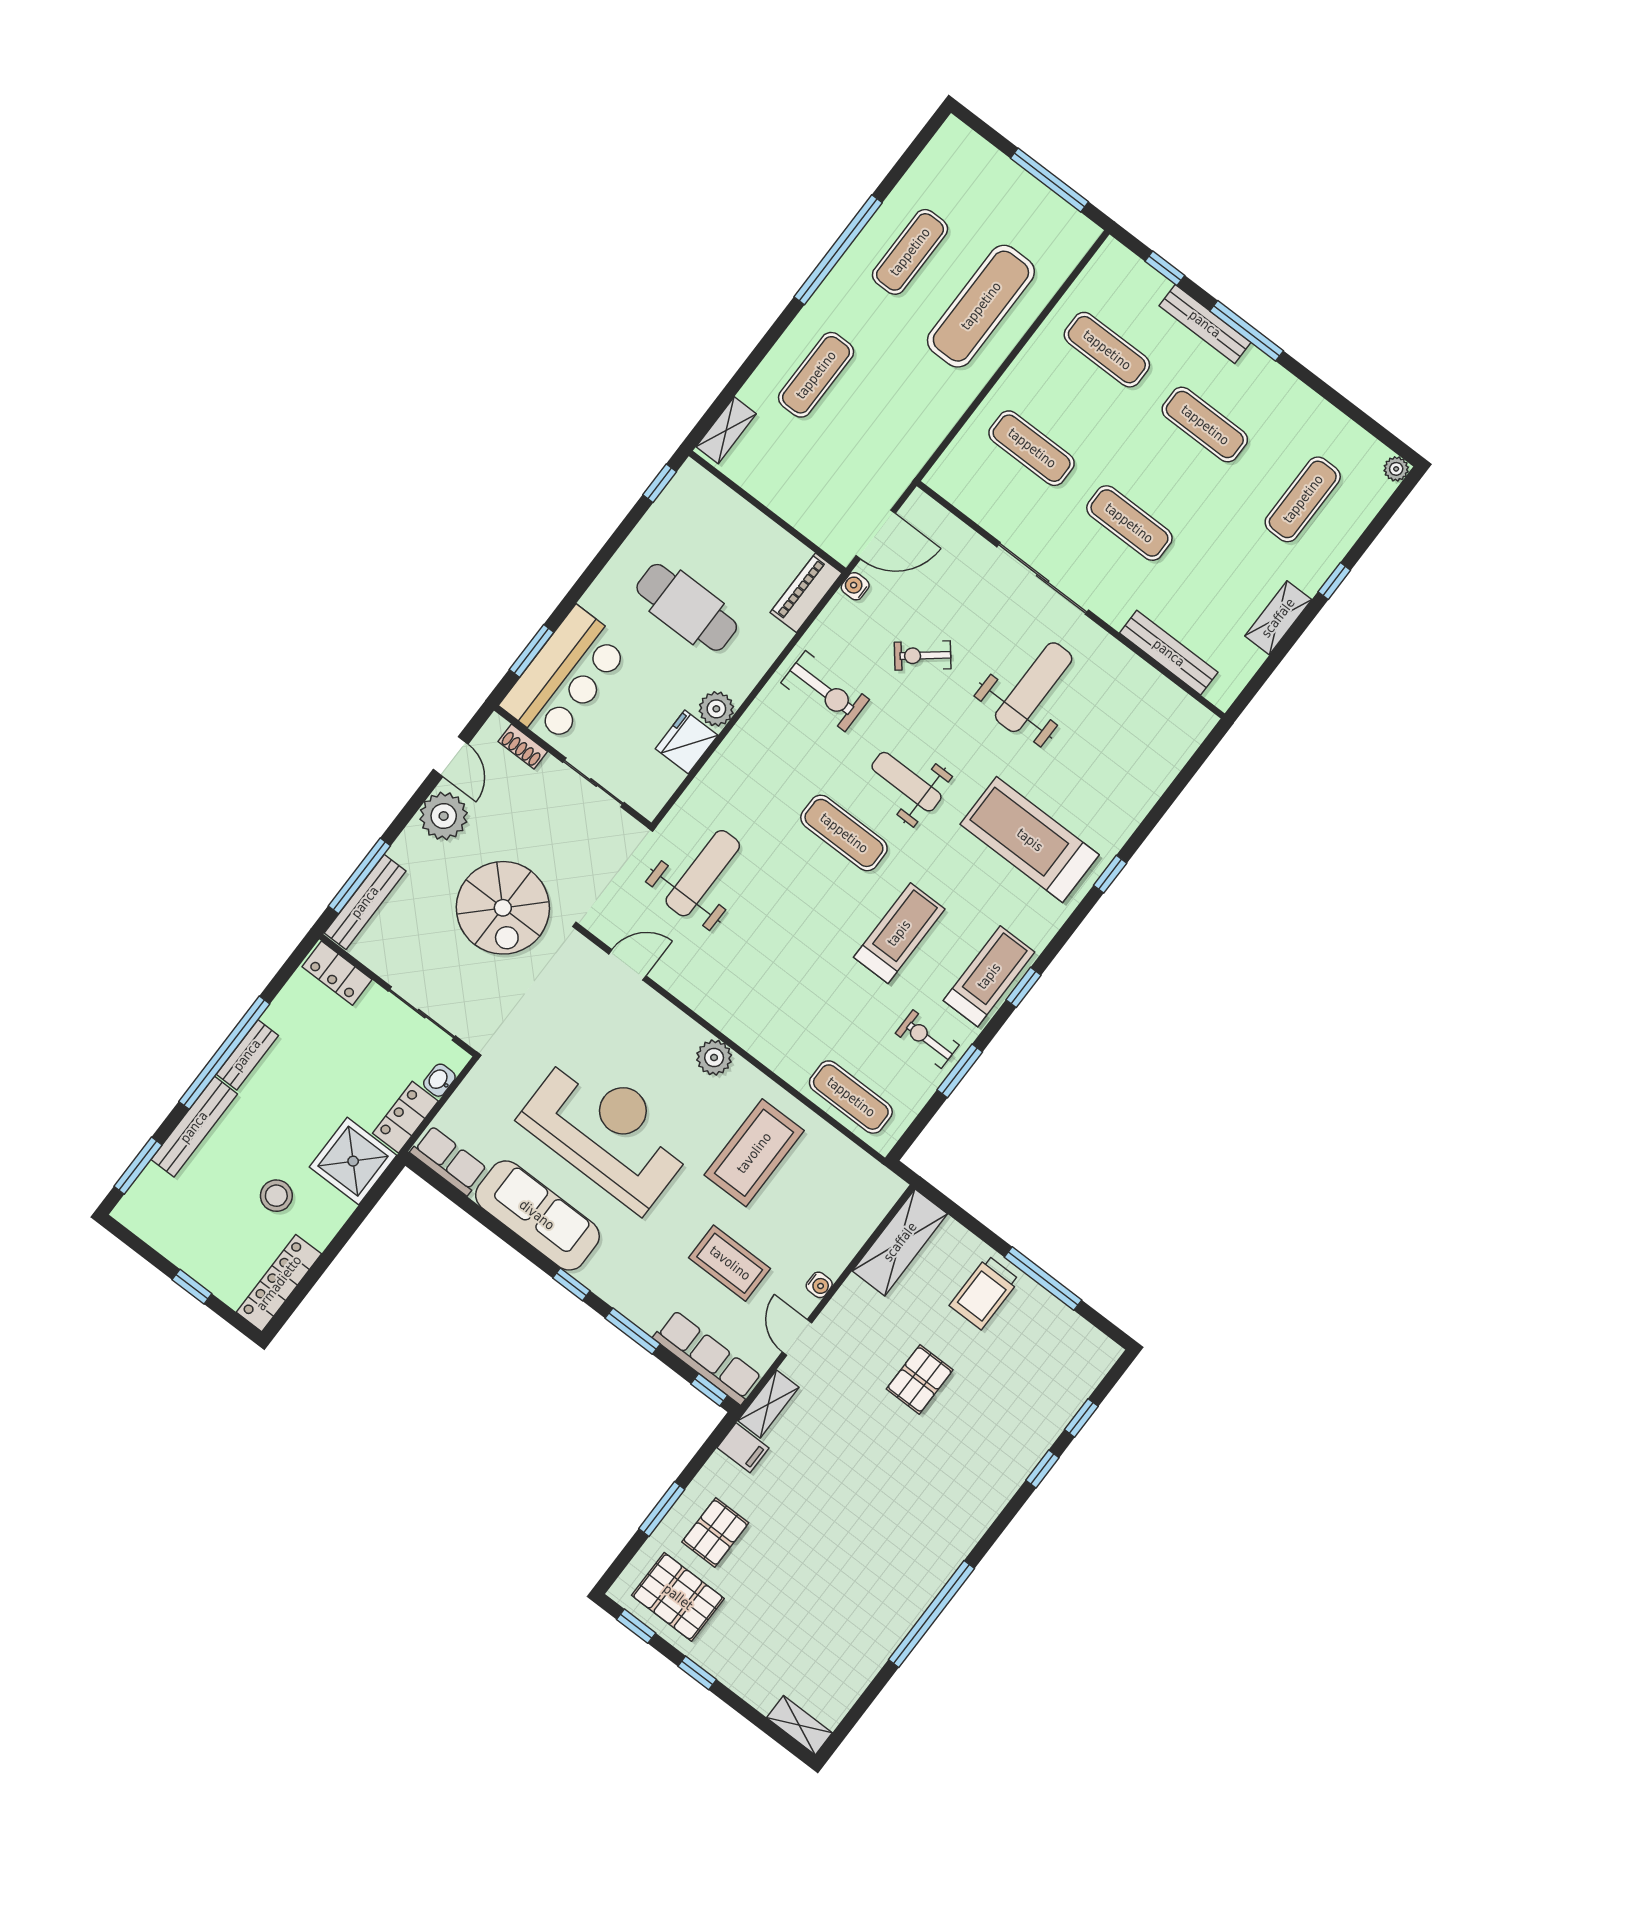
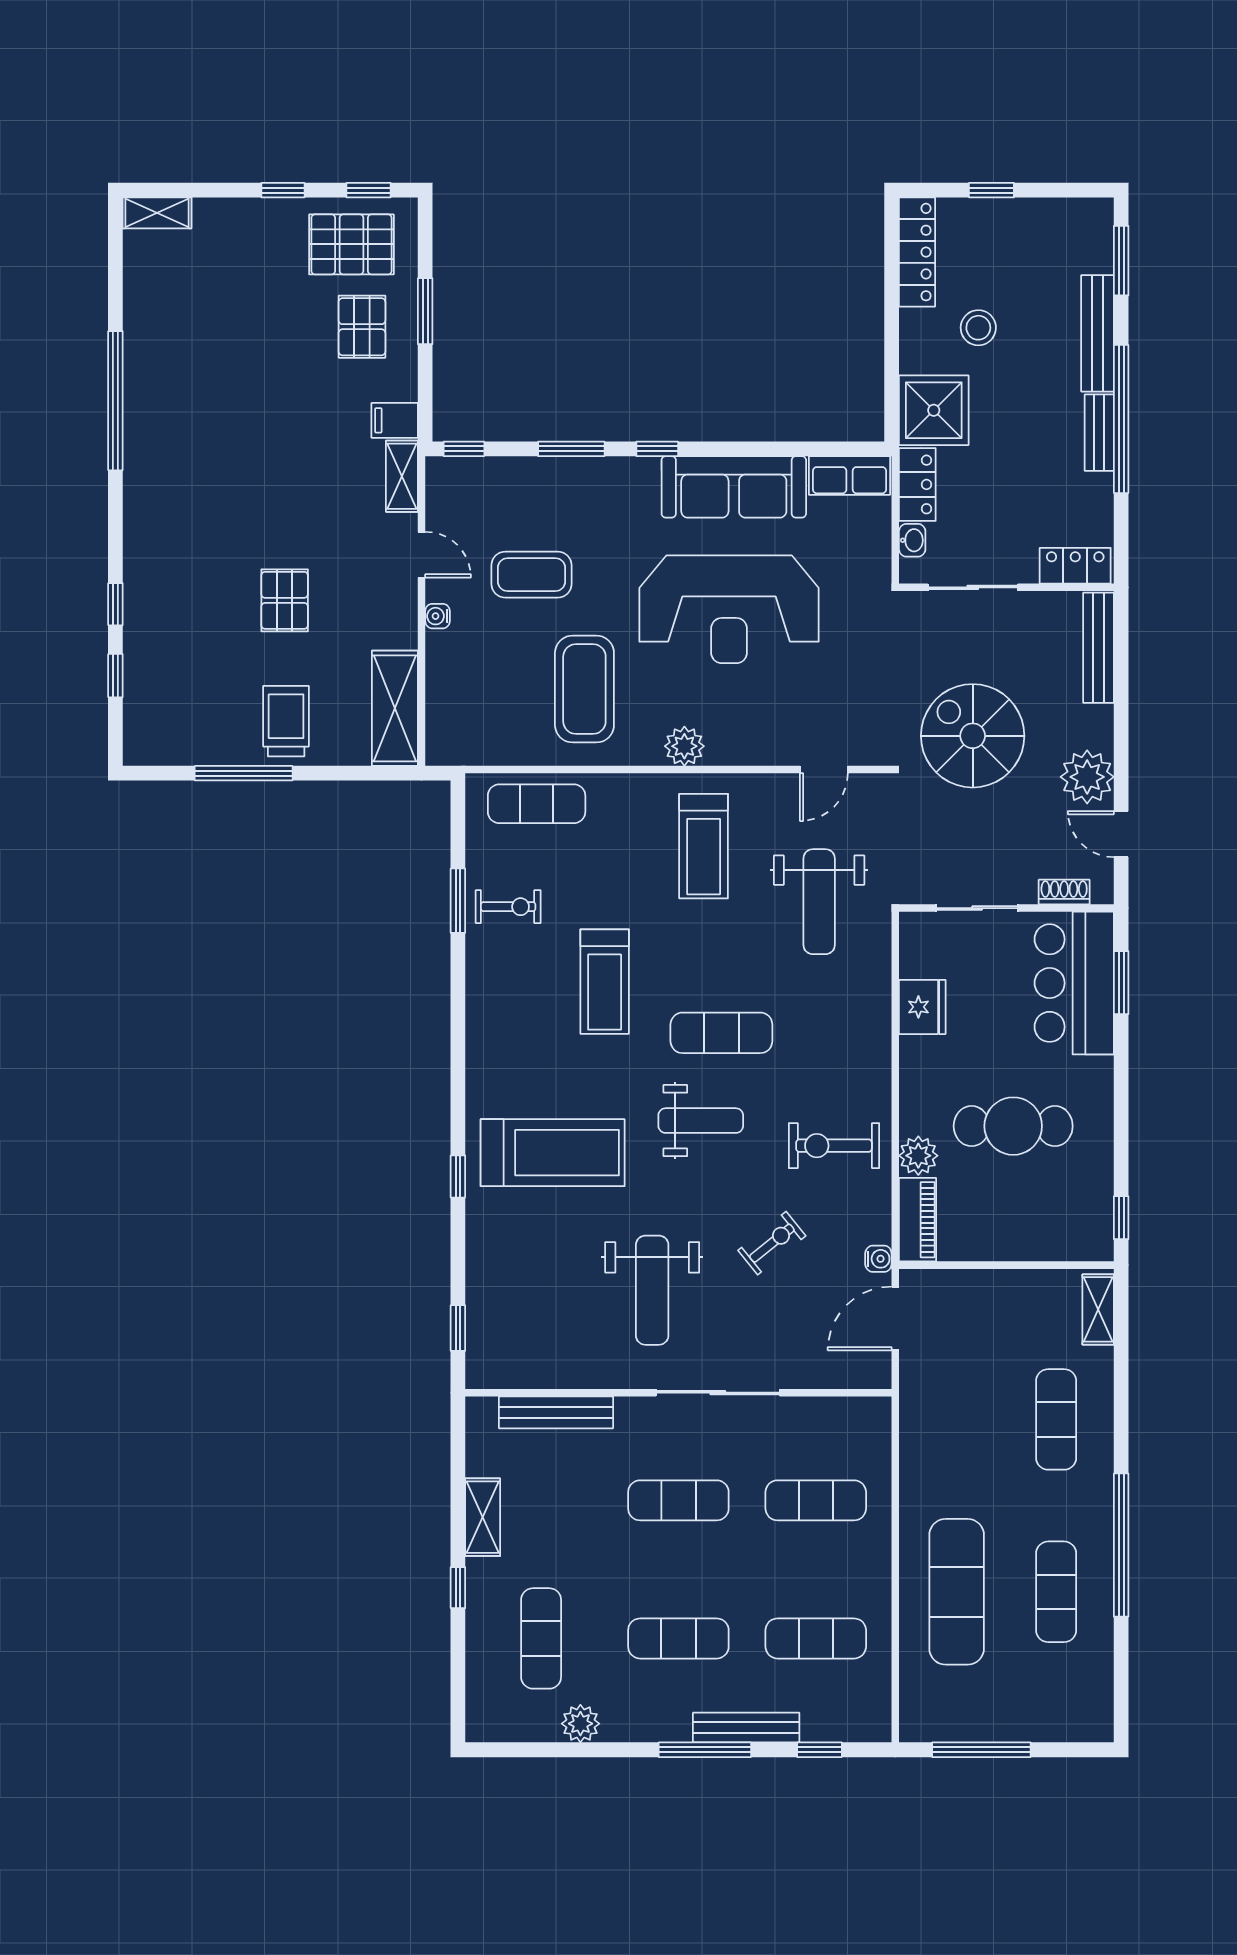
plant: (1396, 469) -> (580, 1724), moved, width x1.38, depth x1.38
plant: (716, 709) -> (918, 1156), moved
window: (359, 876) -> (1121, 667), removed
treadmill: (989, 976) -> (704, 846), moved
window: (1023, 987) -> (458, 1328), moved
row of seats: (707, 1357) -> (487, 476), removed

